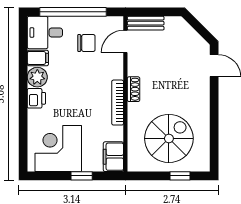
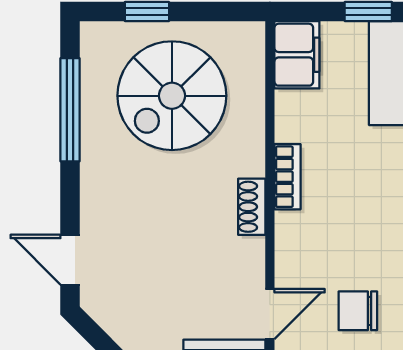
bookcase: (118, 103) -> (287, 177), width x0.64
window: (214, 132) -> (70, 110), added

